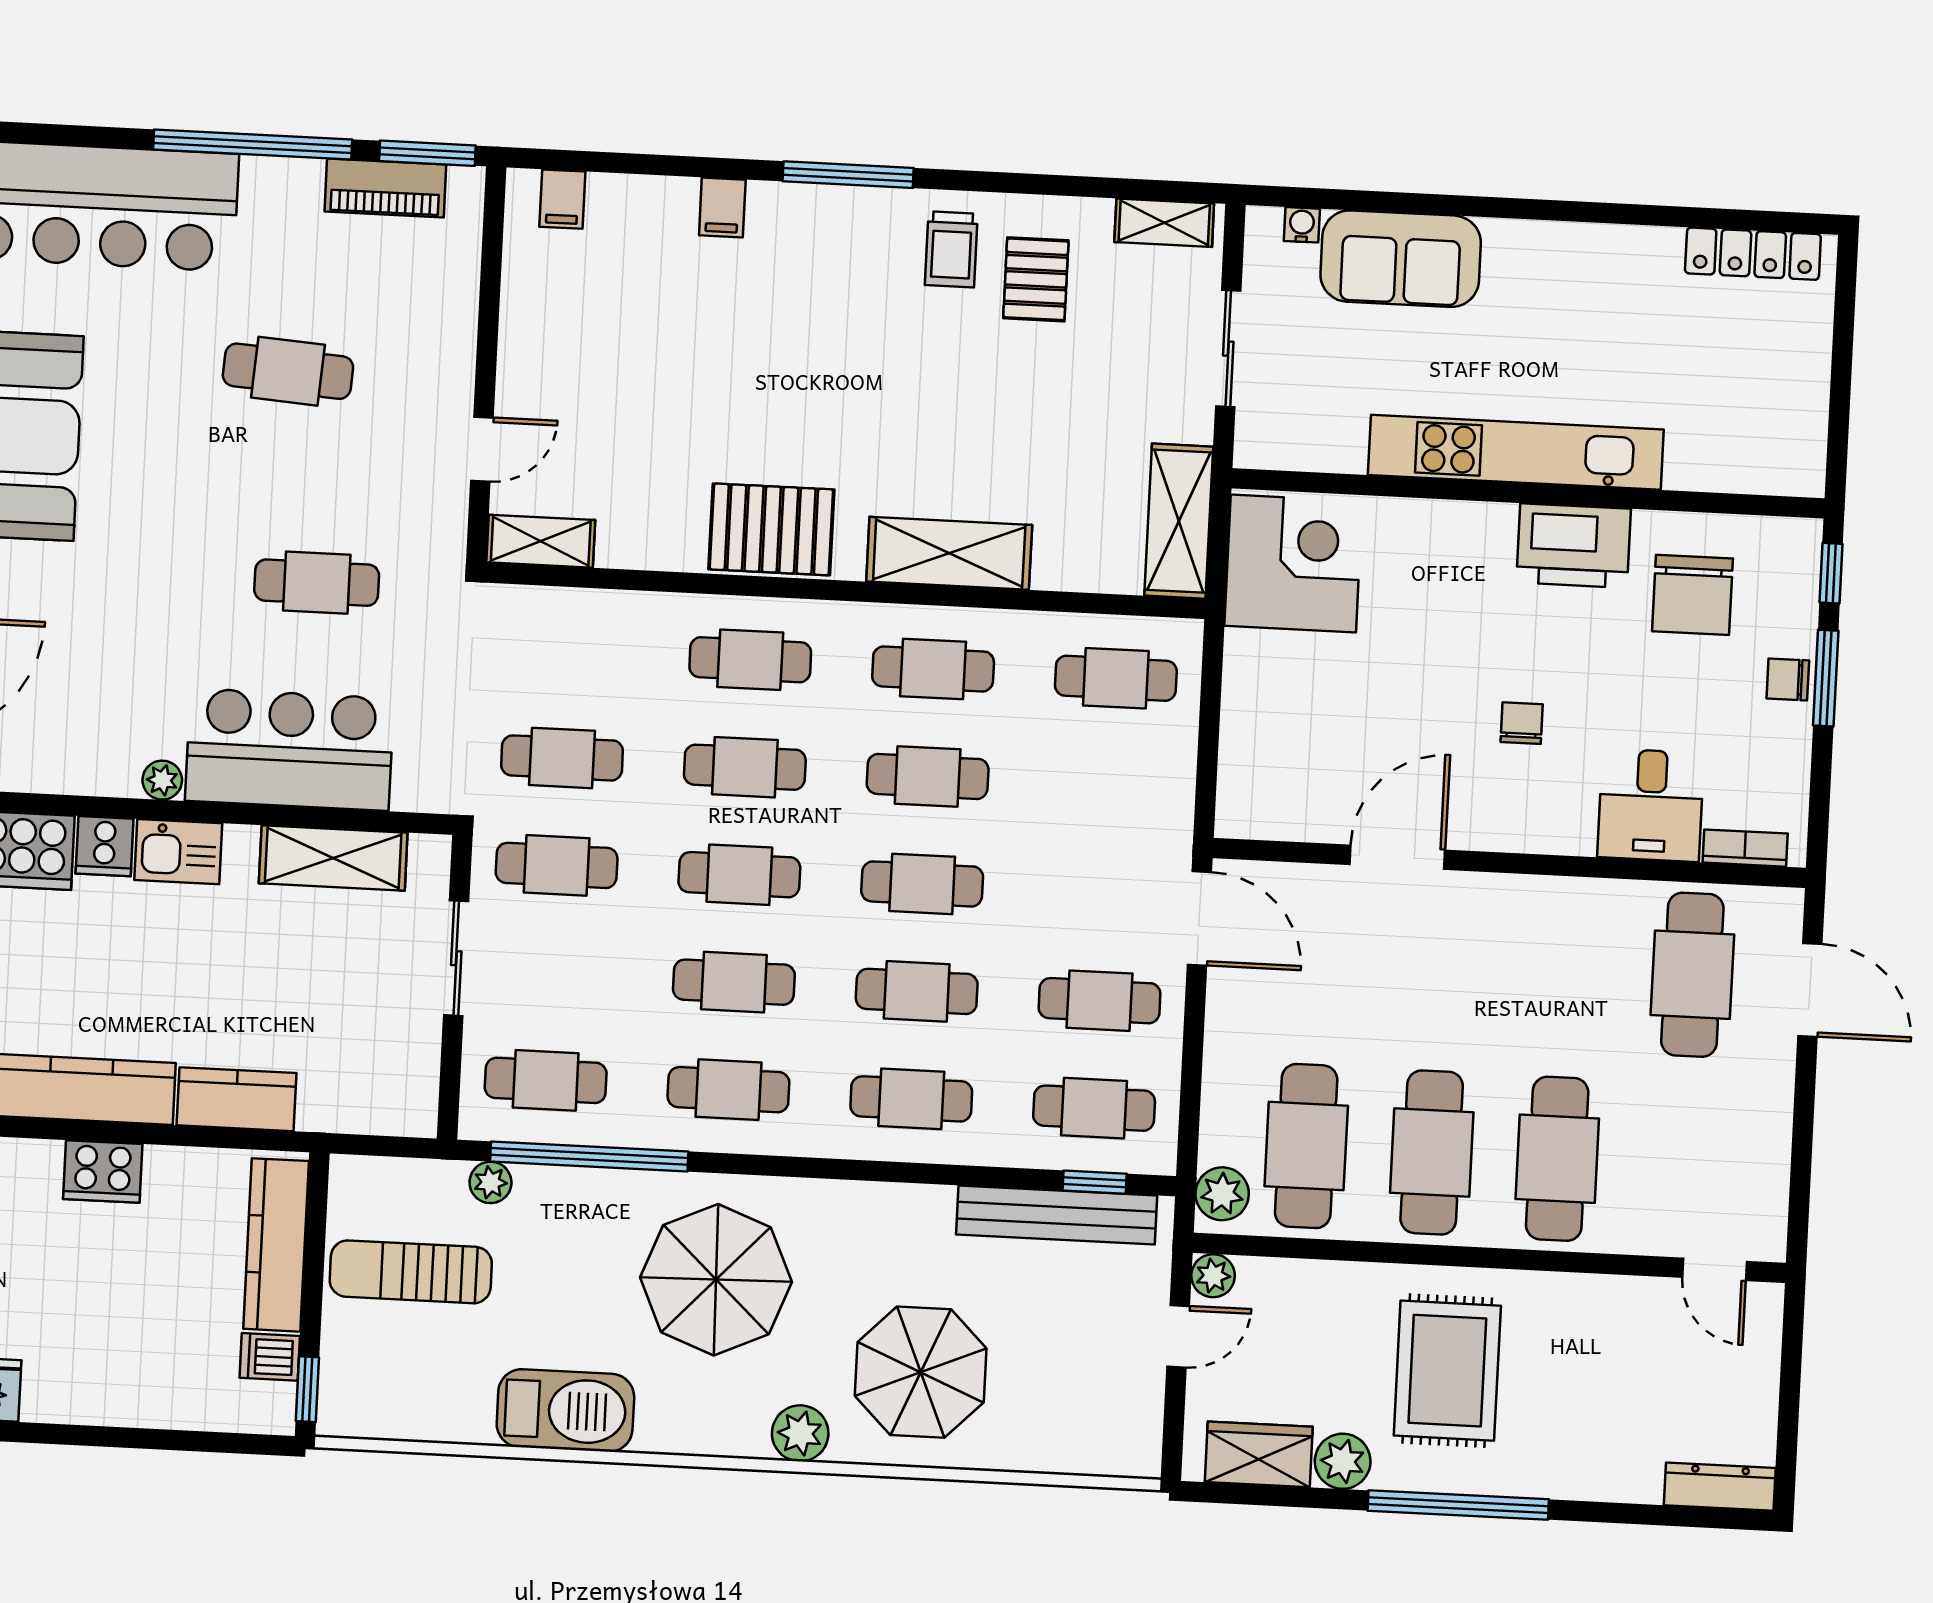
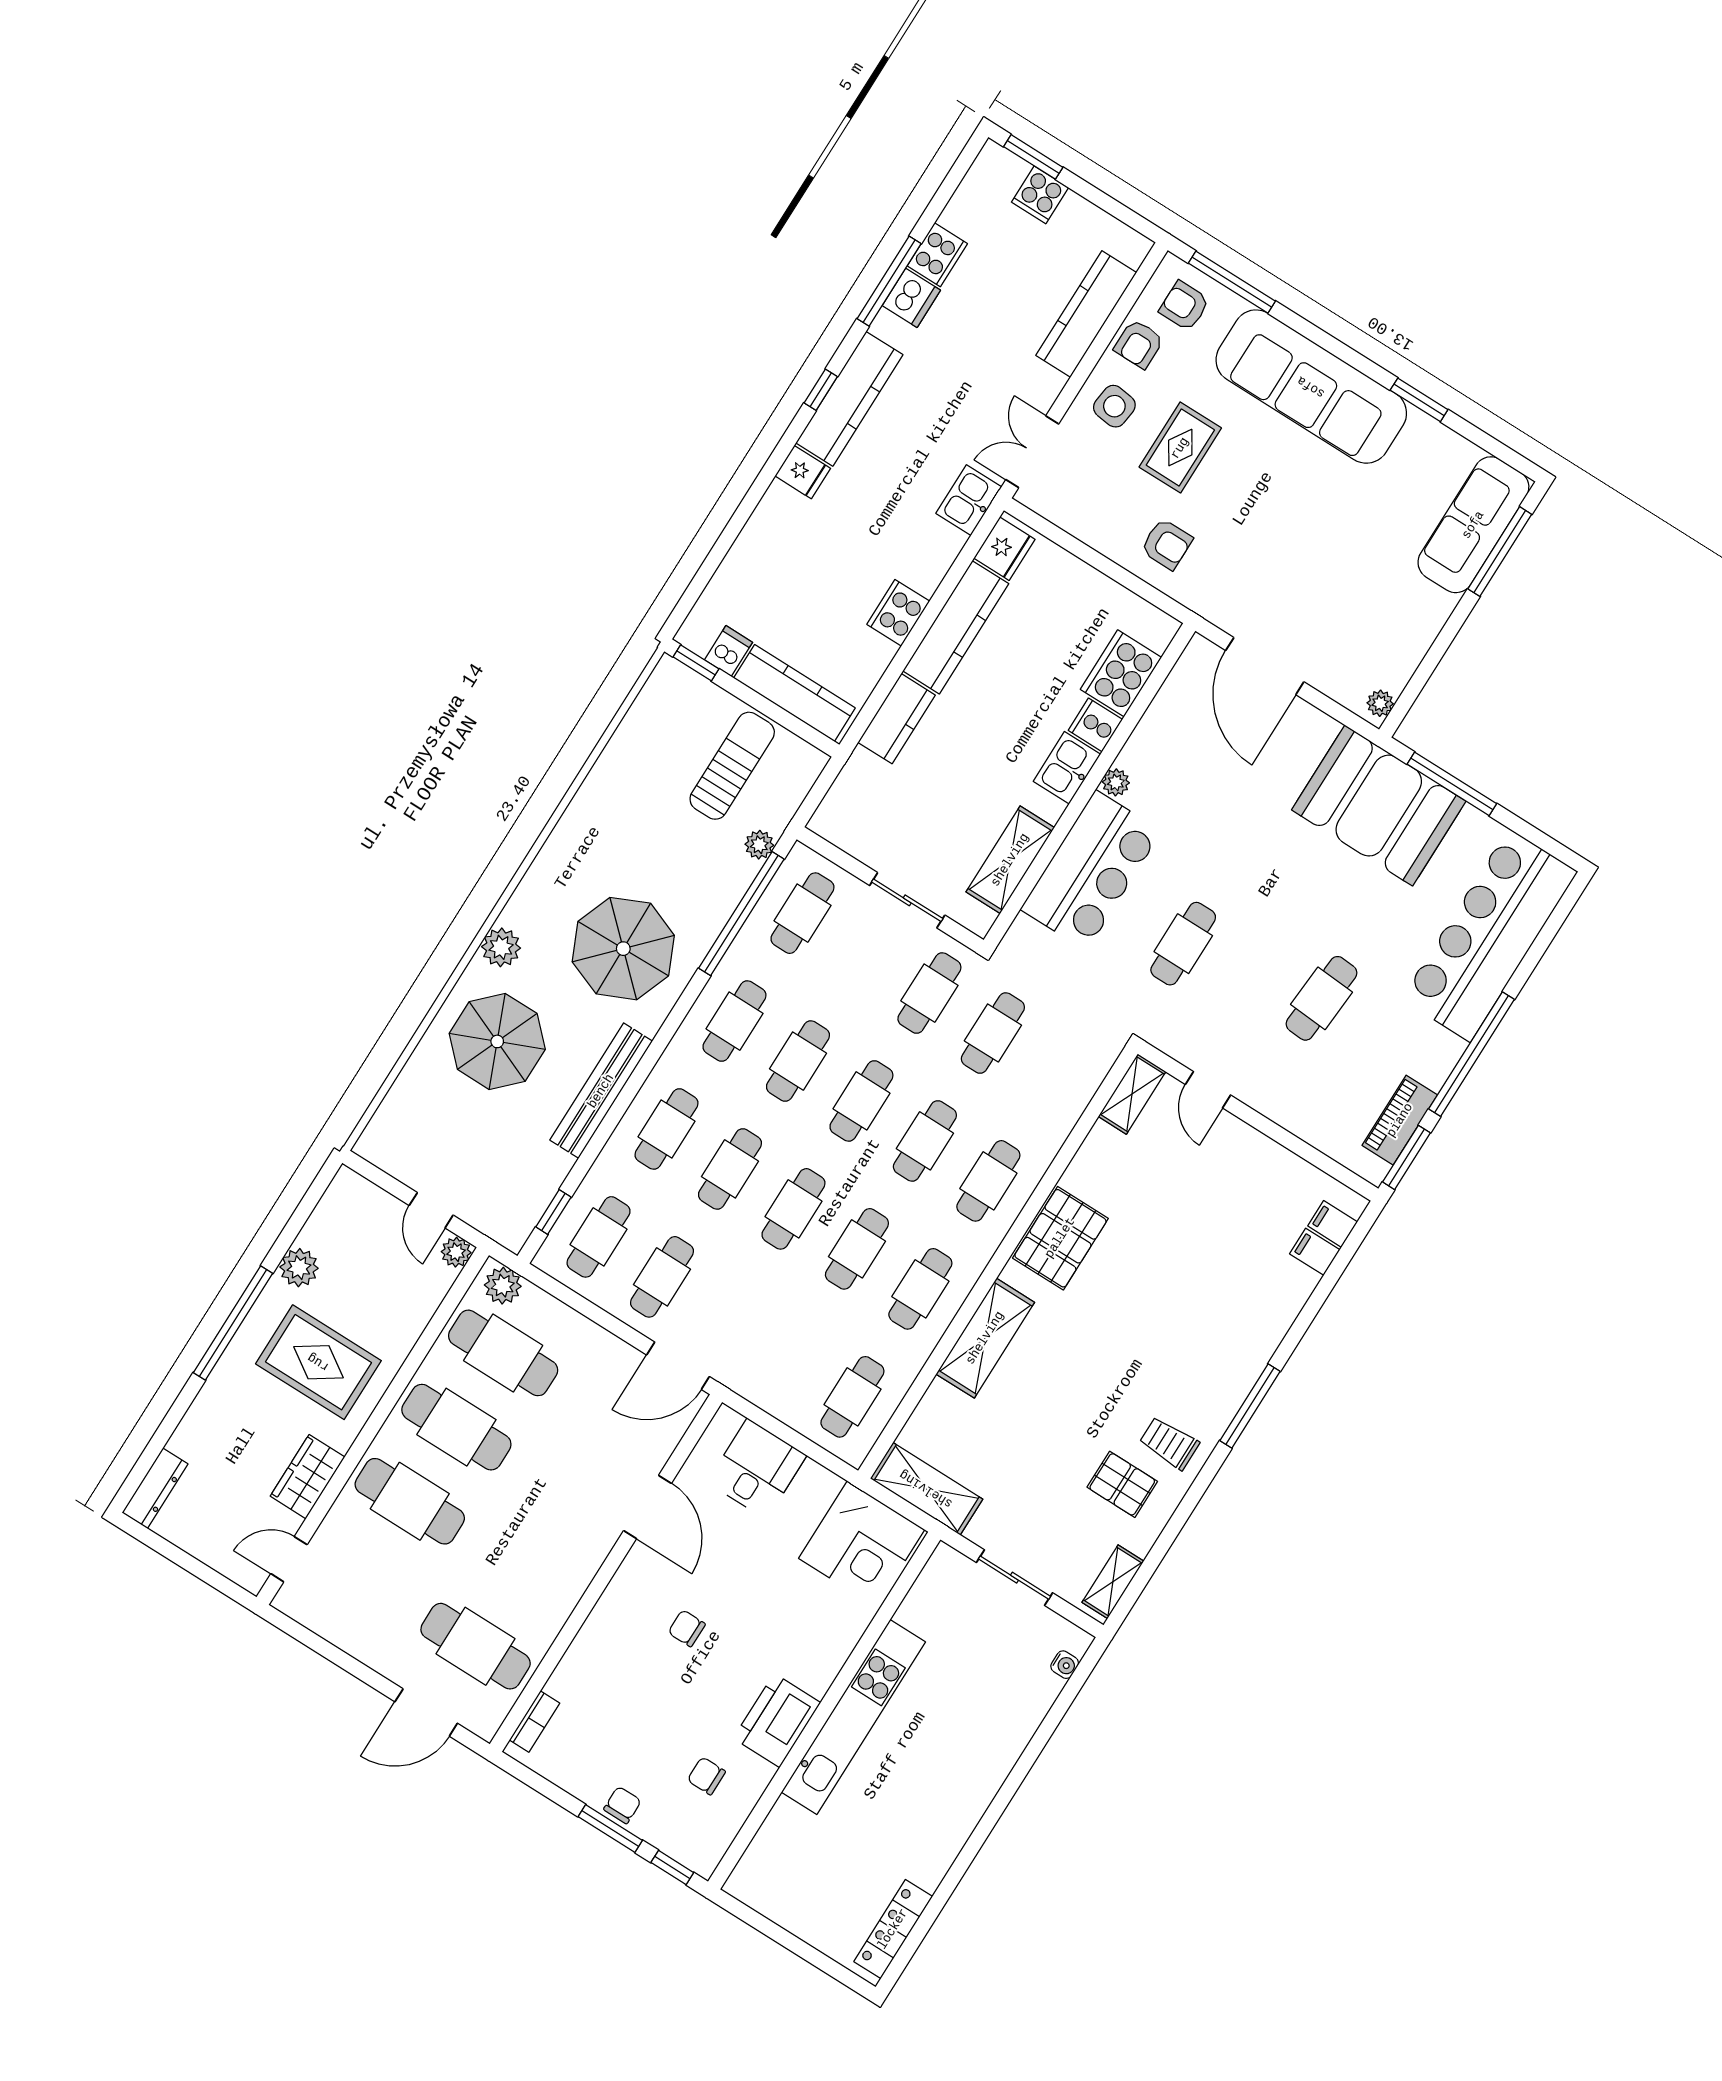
filing cabinet: (722, 208) -> (1315, 1252), moved
sofa: (1401, 259) -> (1010, 1713), removed
chair: (1693, 595) -> (706, 1776), width x0.54, depth x0.54
chair: (1522, 723) -> (687, 1628), turned 180
desk: (1651, 805) -> (757, 1469), moved, turned 90
bench: (1057, 1215) -> (601, 1091), moved
barbecue: (565, 1410) -> (595, 812), removed
wardrobe: (1259, 1454) -> (308, 1477), moved, turned 180

